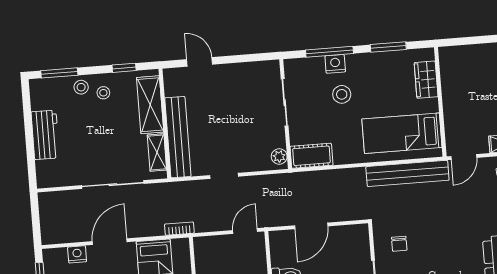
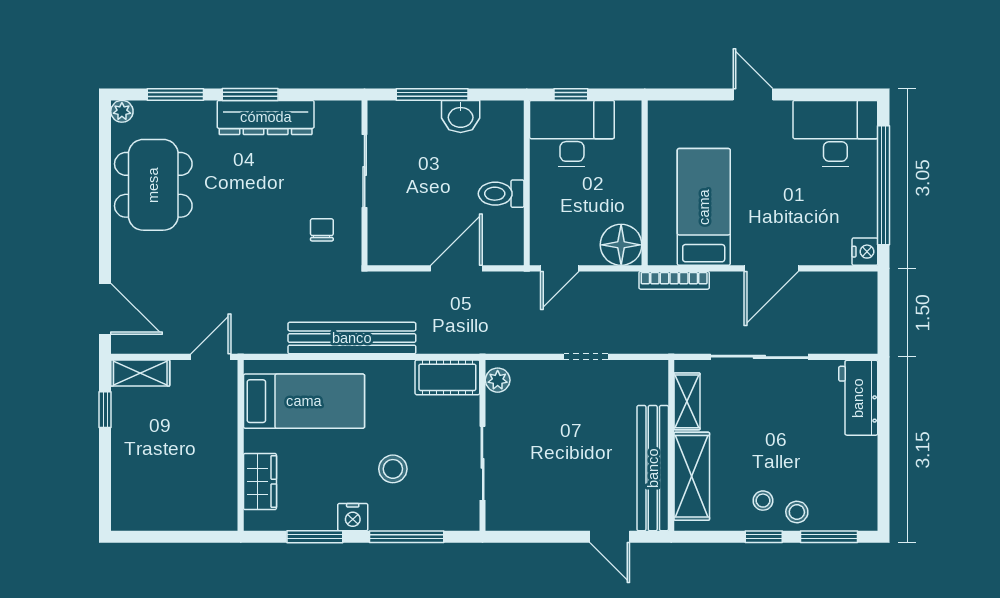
nightstand: (335, 64) -> (353, 517), moved
window: (124, 68) -> (764, 537), moved
workbench: (45, 135) -> (858, 398), moved
bench: (178, 137) -> (653, 468), moved
bench: (407, 173) -> (352, 338), moved
bookcase: (179, 229) -> (674, 280), width x1.56
floor lamp: (207, 249) -> (621, 245), added
nightstand: (77, 254) -> (865, 252), moved, turned -90

